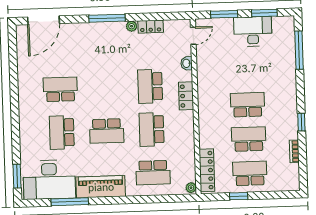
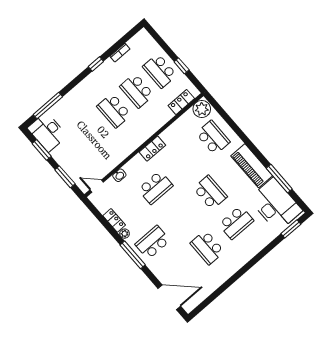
desk: (253, 32) -> (47, 132), moved
locker: (186, 96) -> (152, 149), moved
school desk: (152, 129) -> (153, 242), moved, turned 180
locker: (207, 170) -> (181, 102), width x0.66
plant: (191, 188) -> (202, 109), width x1.88, depth x1.88

